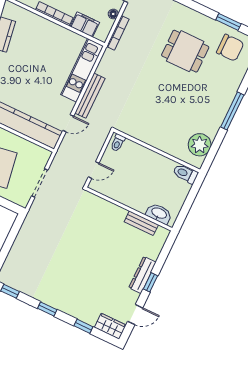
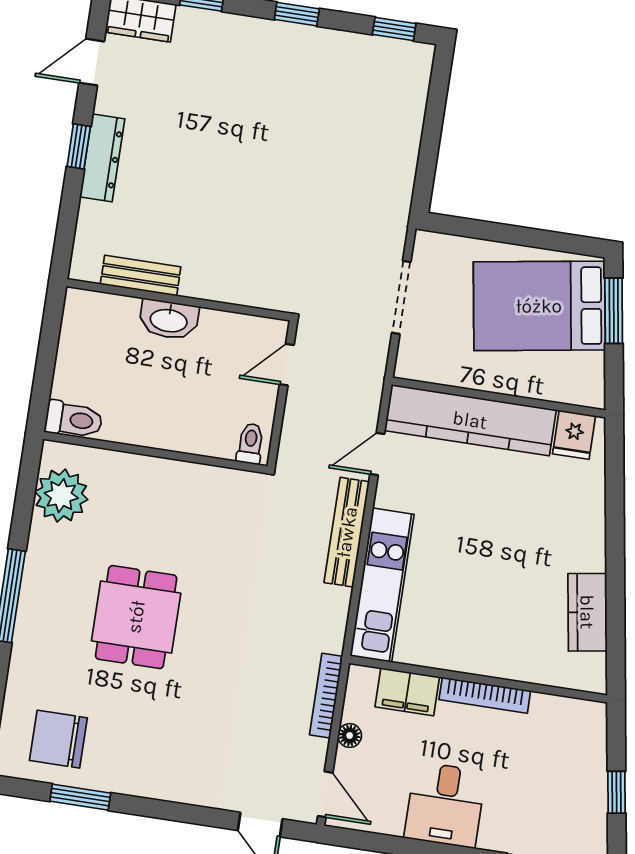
dining table: (185, 51) -> (136, 617), moved, turned 90
washbasin: (159, 213) -> (169, 320), moved

